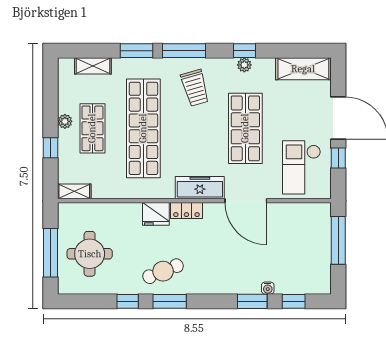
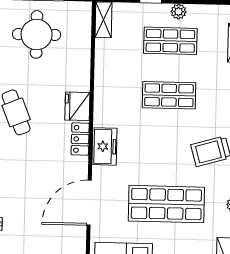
shop shelf: (143, 128) -> (169, 95), width x0.50, depth x0.74
freezer: (200, 188) -> (104, 146), width x0.71

